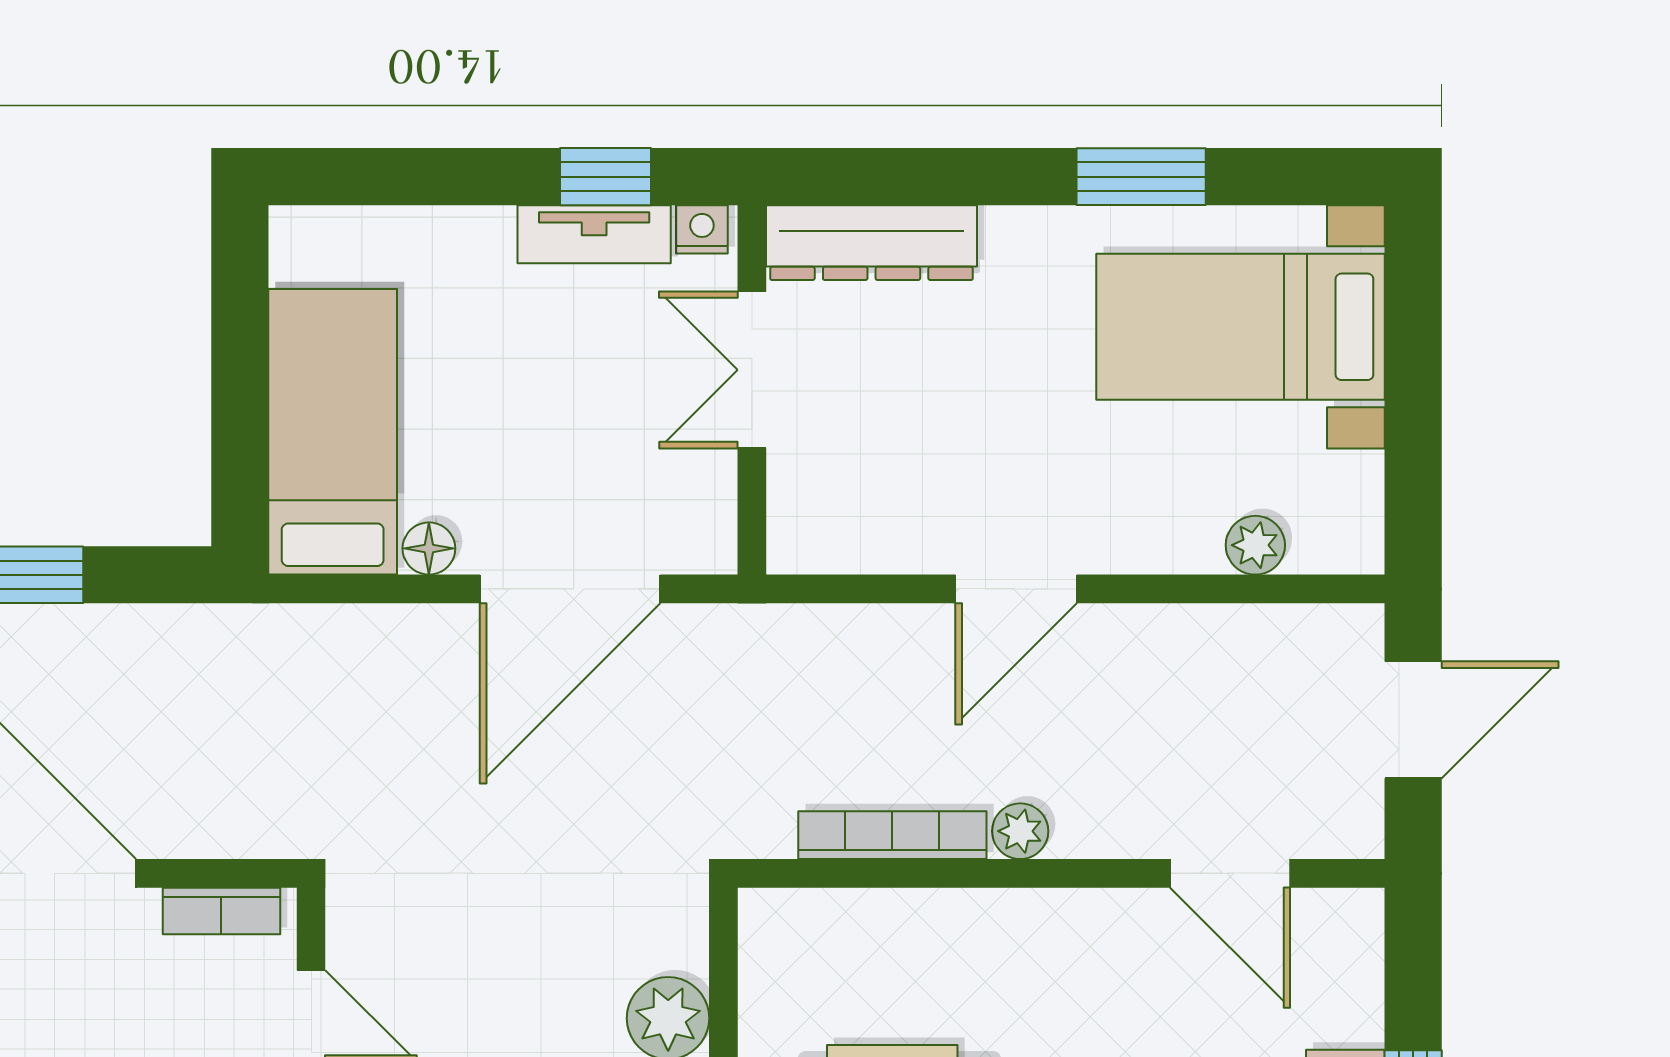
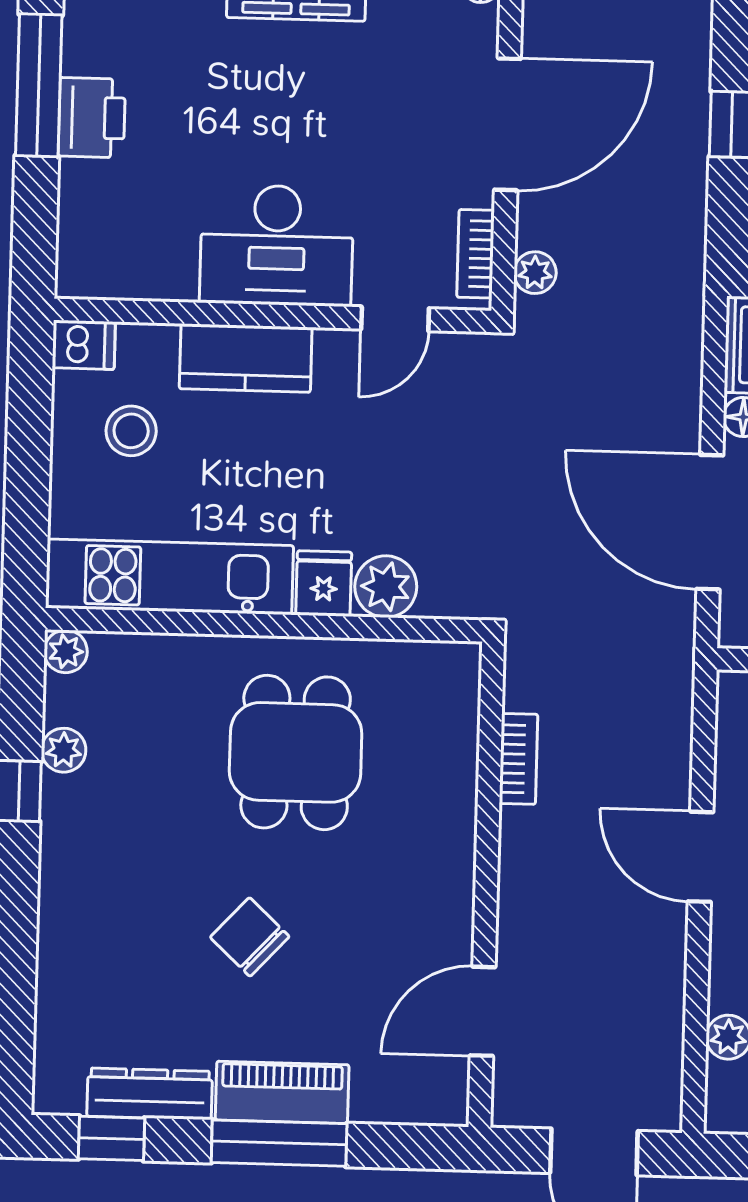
plant: (1020, 831) -> (535, 273), moved
bookcase: (892, 835) -> (518, 759), width x0.64

